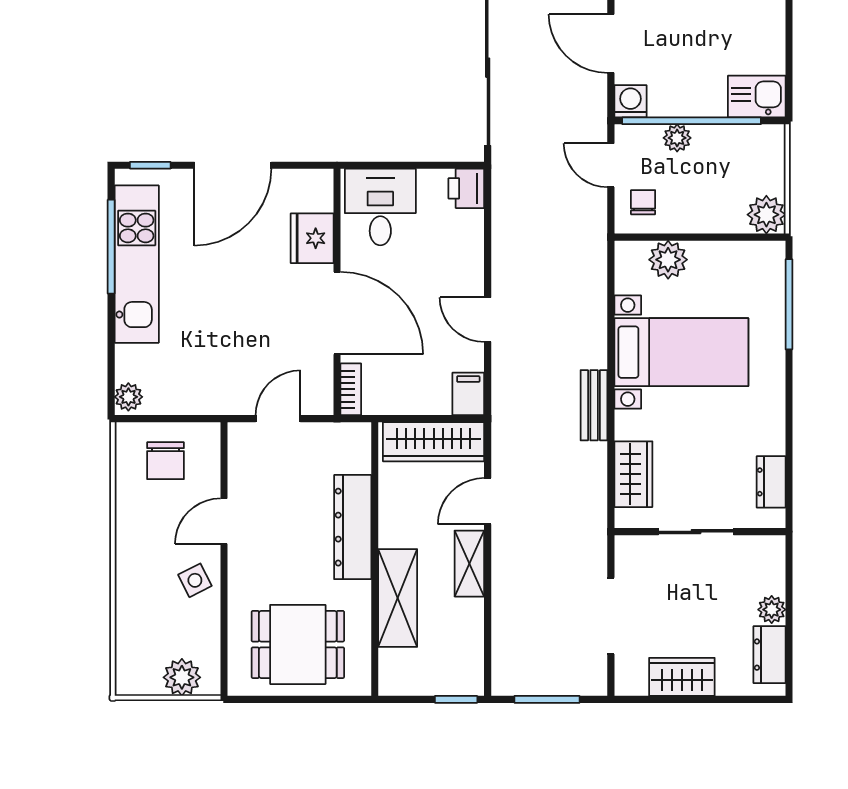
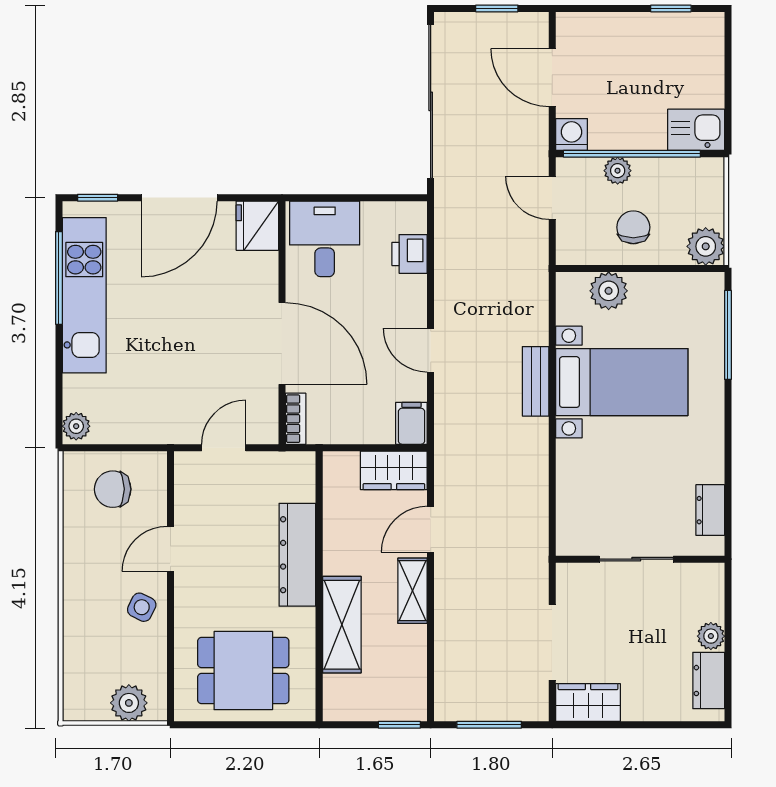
printer: (466, 188) -> (410, 254), moved
chair: (643, 202) -> (633, 227), moved, width x1.37, depth x1.37
fridge: (312, 238) -> (257, 226), moved
bench: (594, 405) -> (536, 381), moved
wardrobe: (434, 442) -> (394, 470), width x0.67
chair: (166, 461) -> (113, 489), turned 90
wardrobe: (633, 474) -> (574, 503), removed
side table: (195, 580) -> (142, 607), turned -37
wardrobe: (682, 677) -> (588, 703), moved

